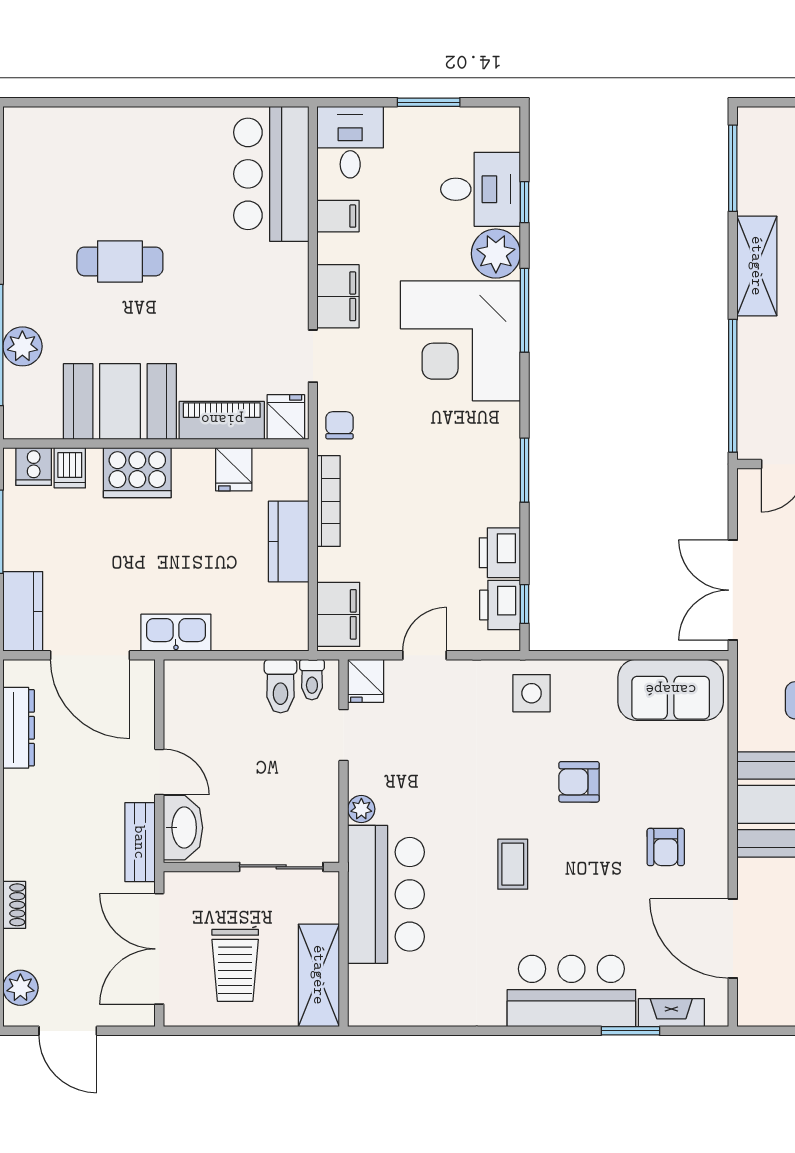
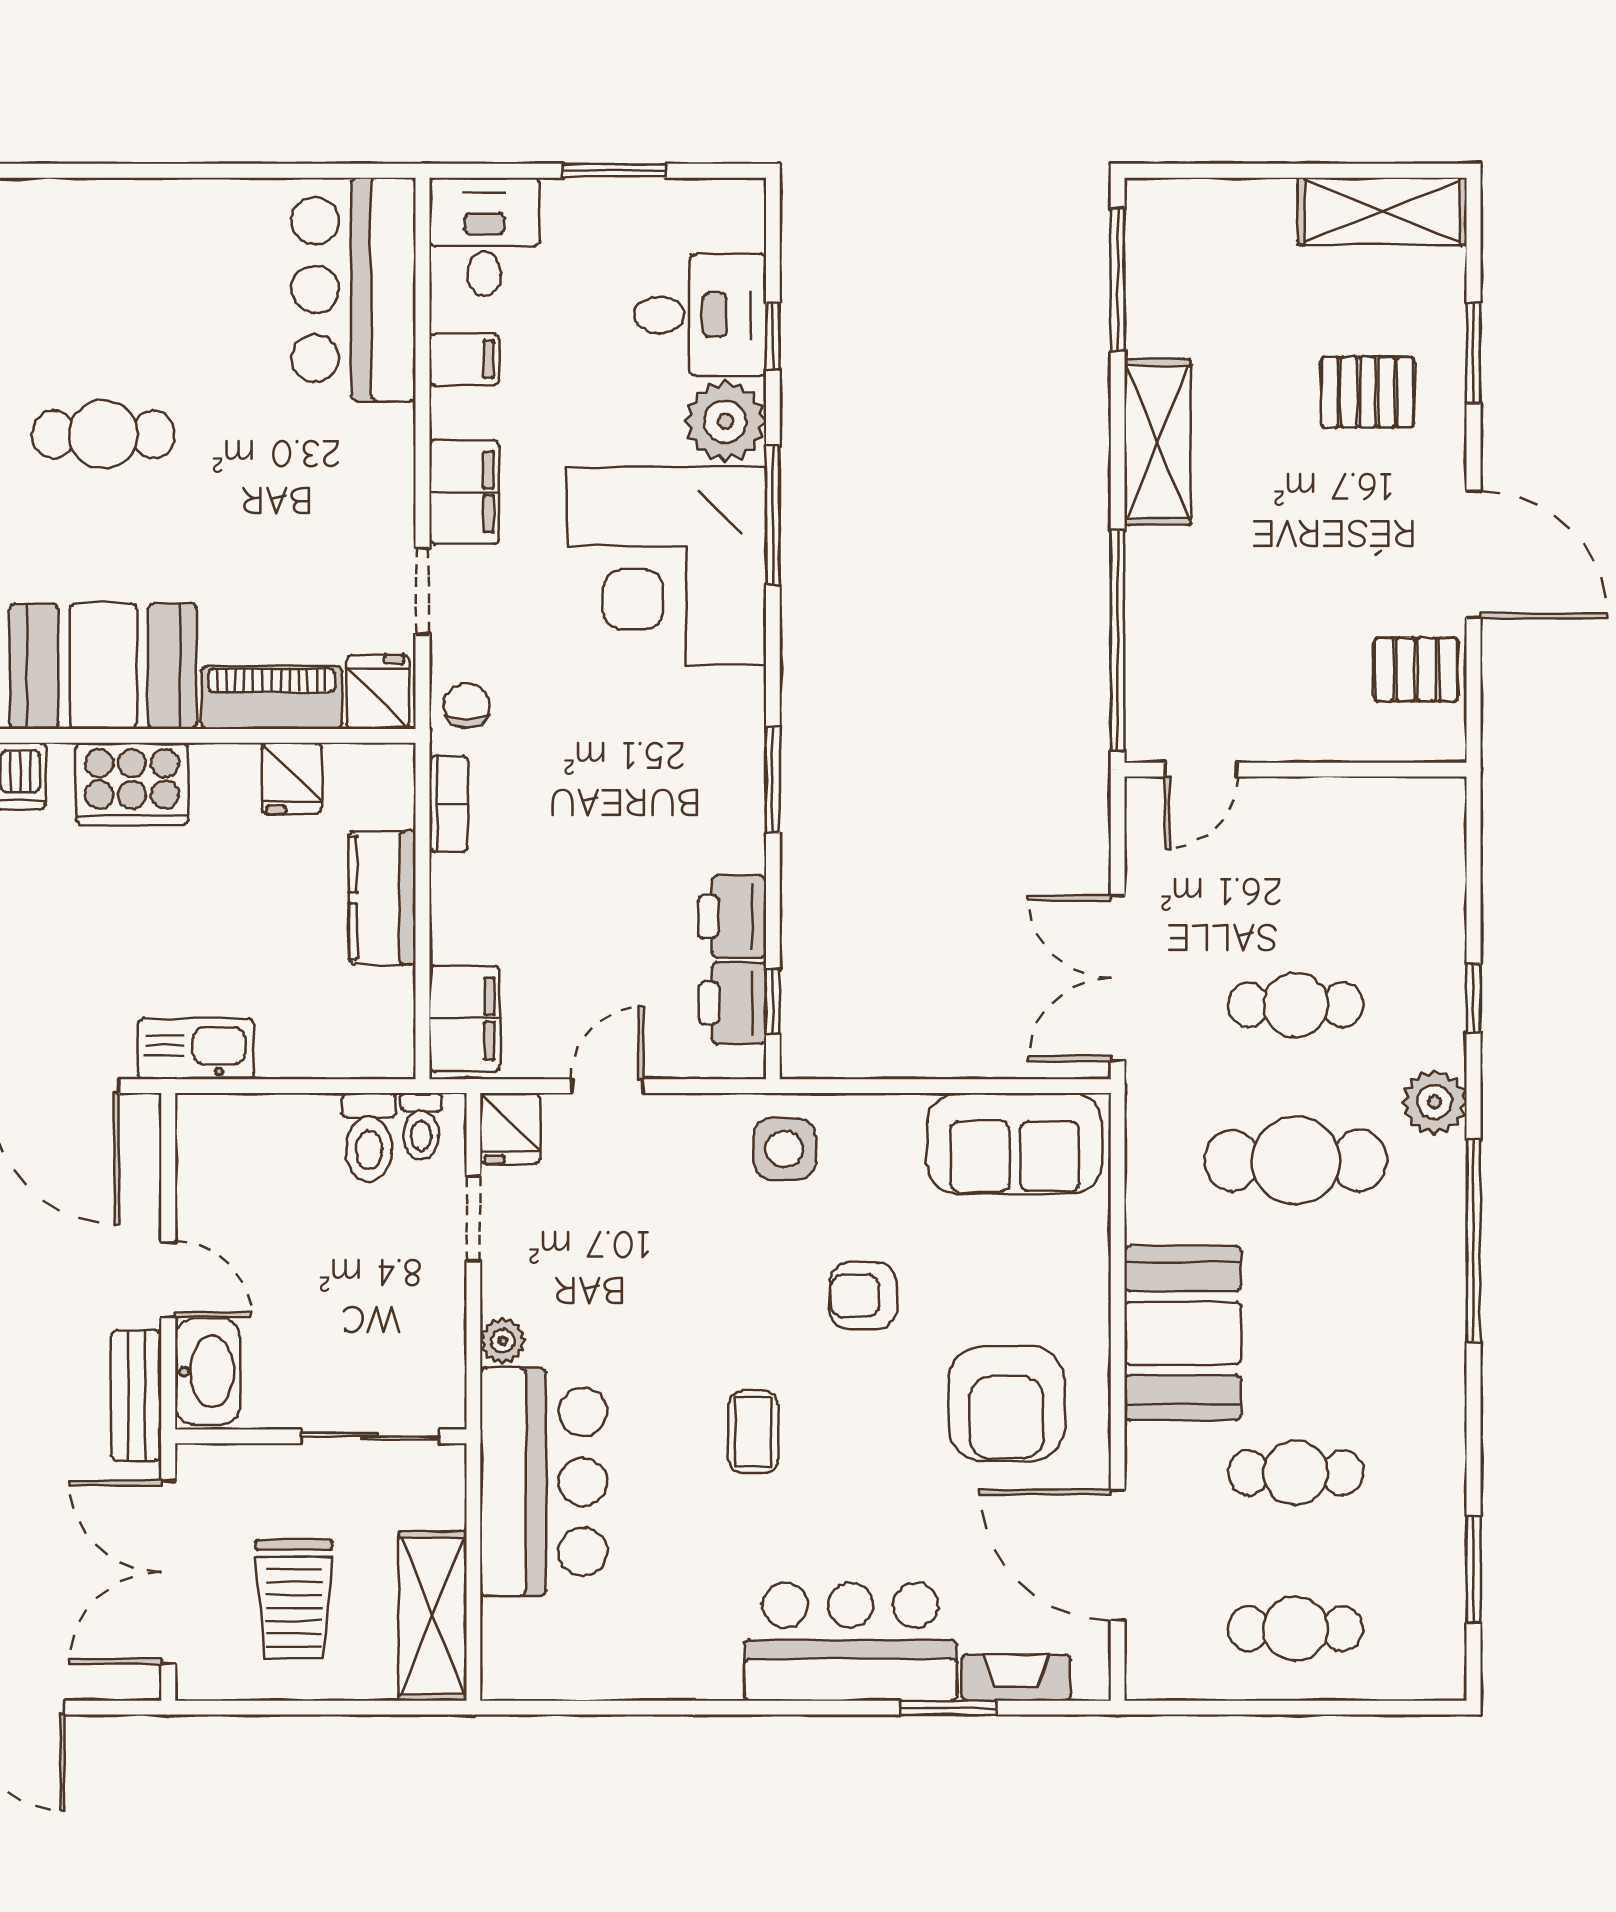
bookcase: (329, 501) -> (449, 804), width x0.64
armchair: (666, 847) -> (1007, 1404), width x1.88, depth x1.88

